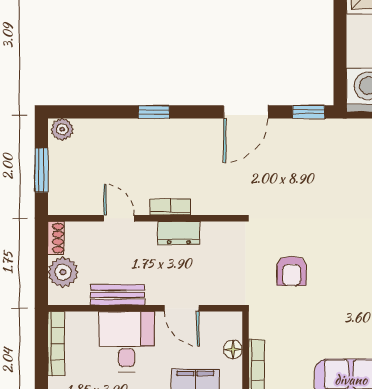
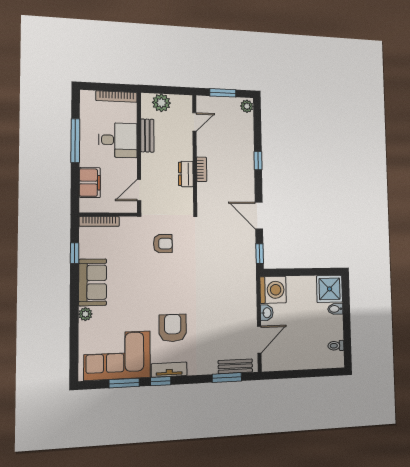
door: (119, 218) -> (194, 122), moved
shoe rack: (56, 238) -> (182, 100), removed
armchair: (292, 271) -> (163, 244), turned 180
door: (182, 308) -> (139, 190), moved
floor lamp: (233, 349) -> (113, 207), removed

